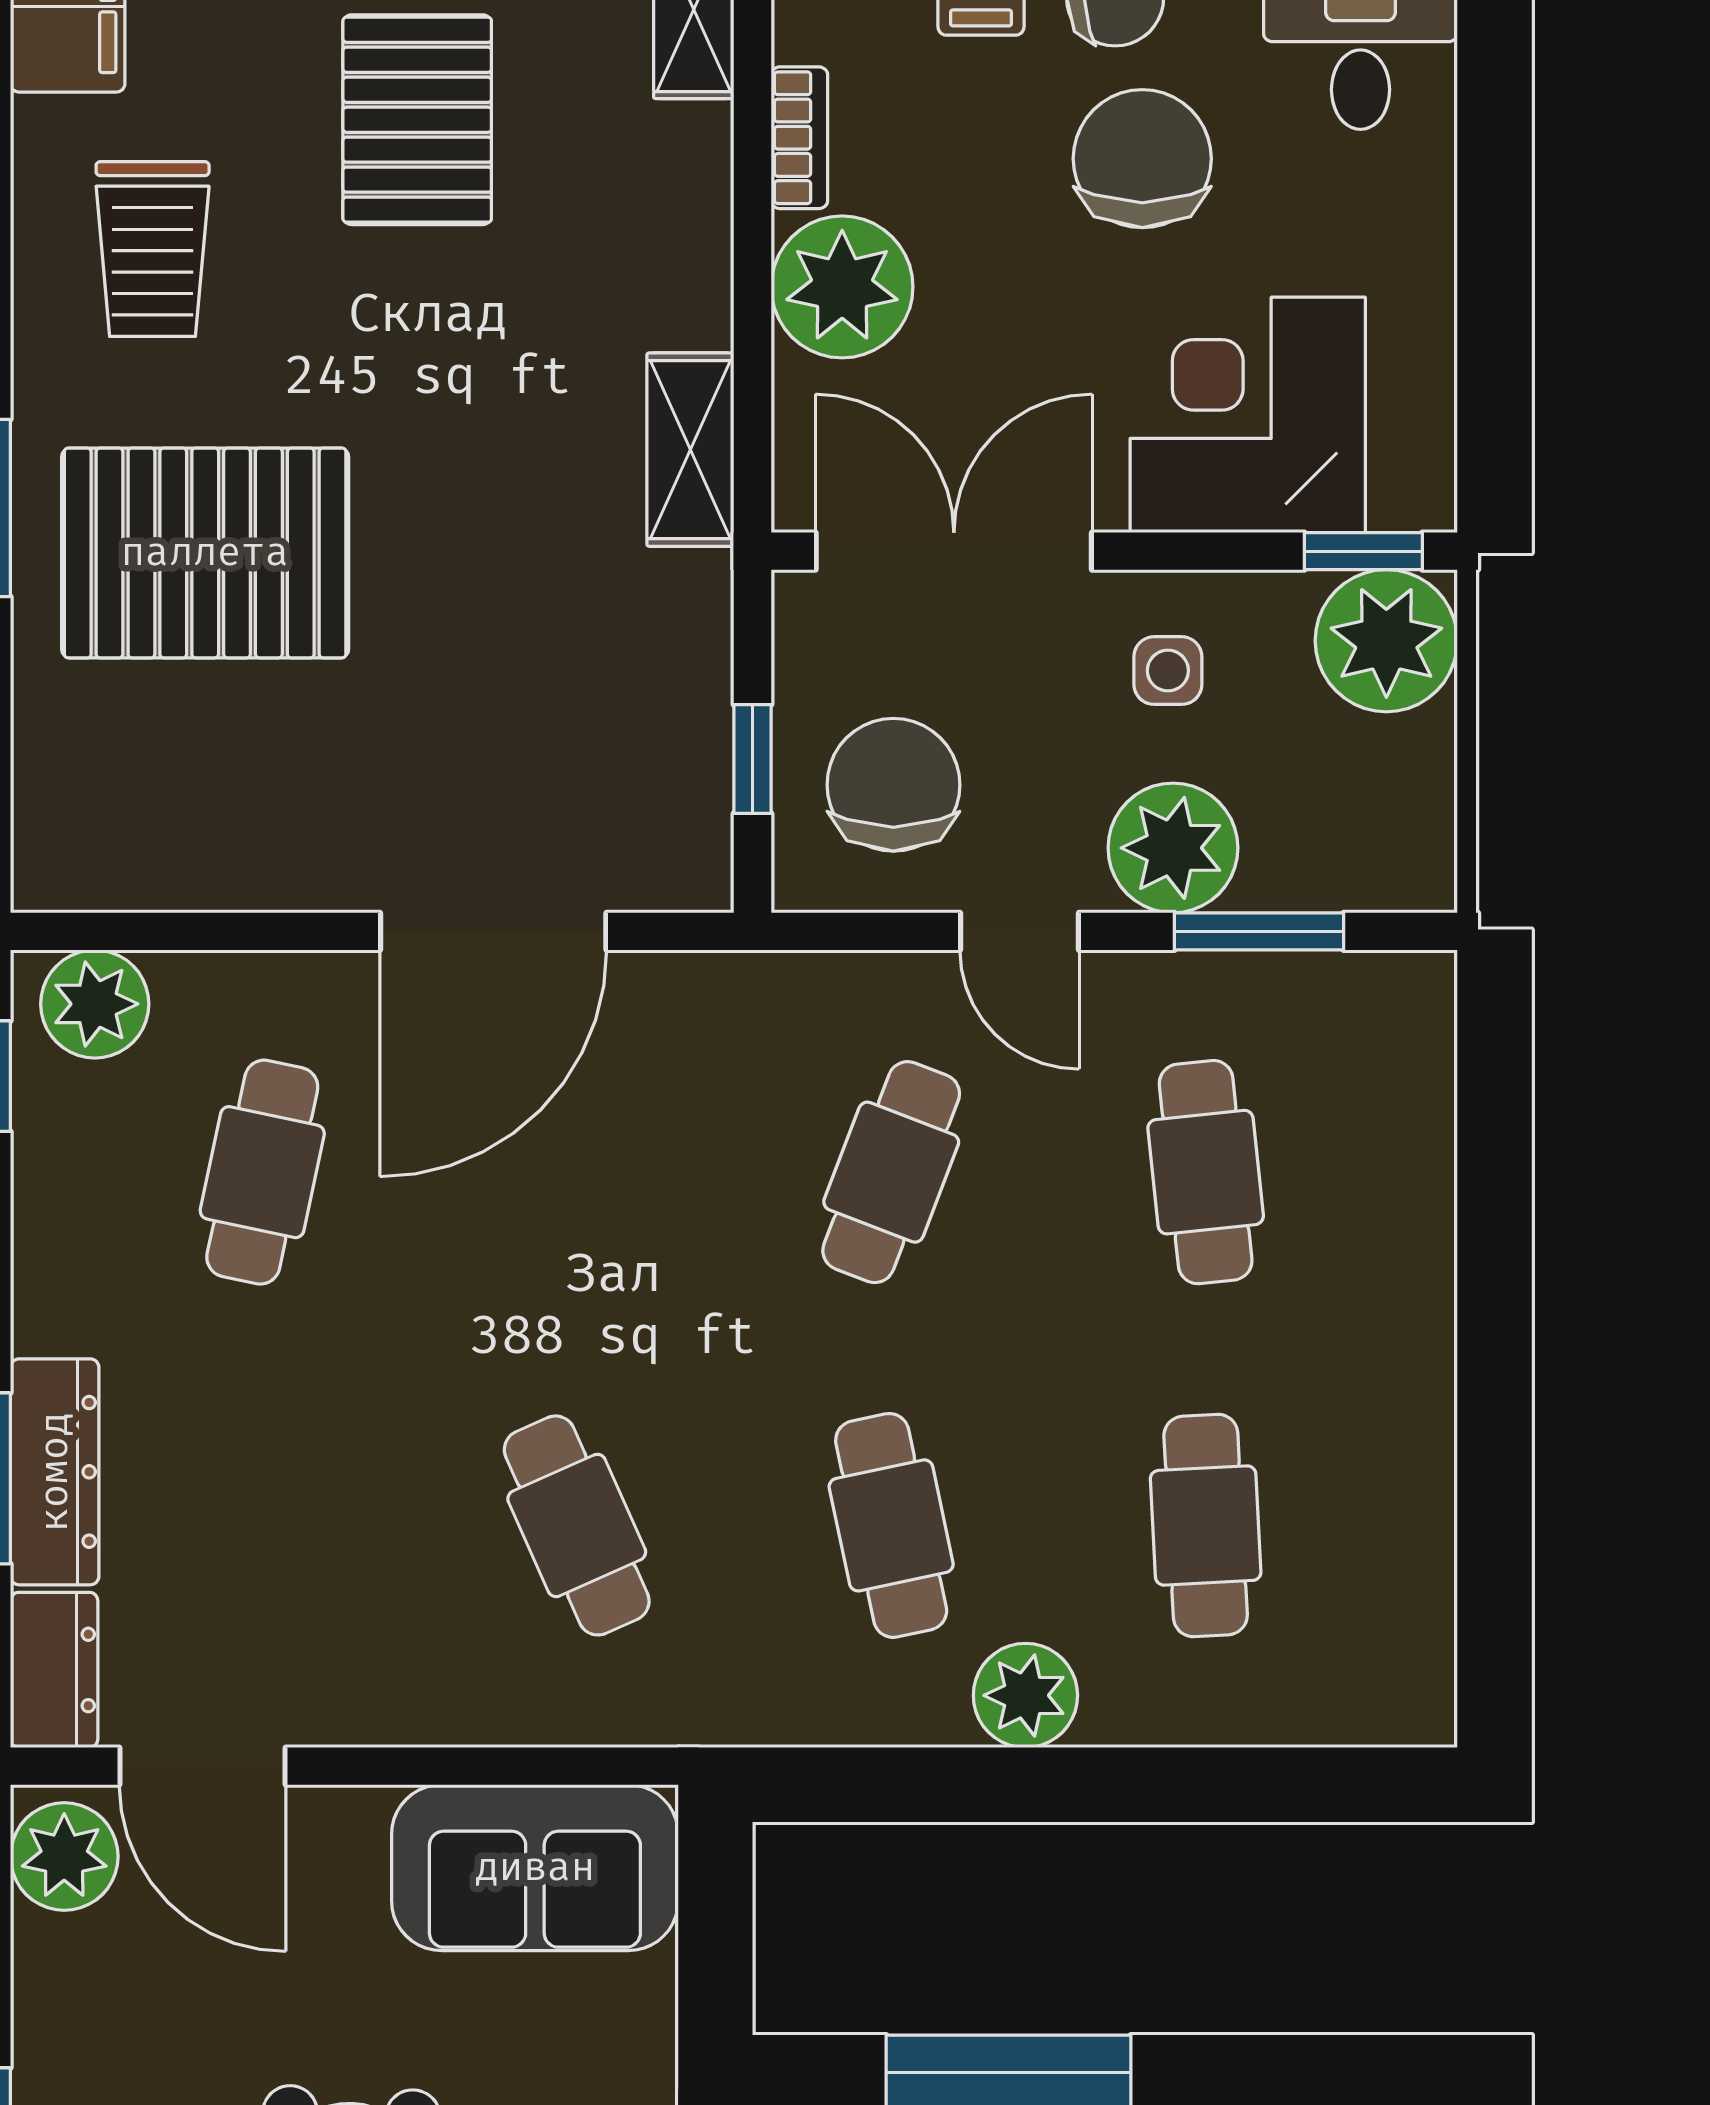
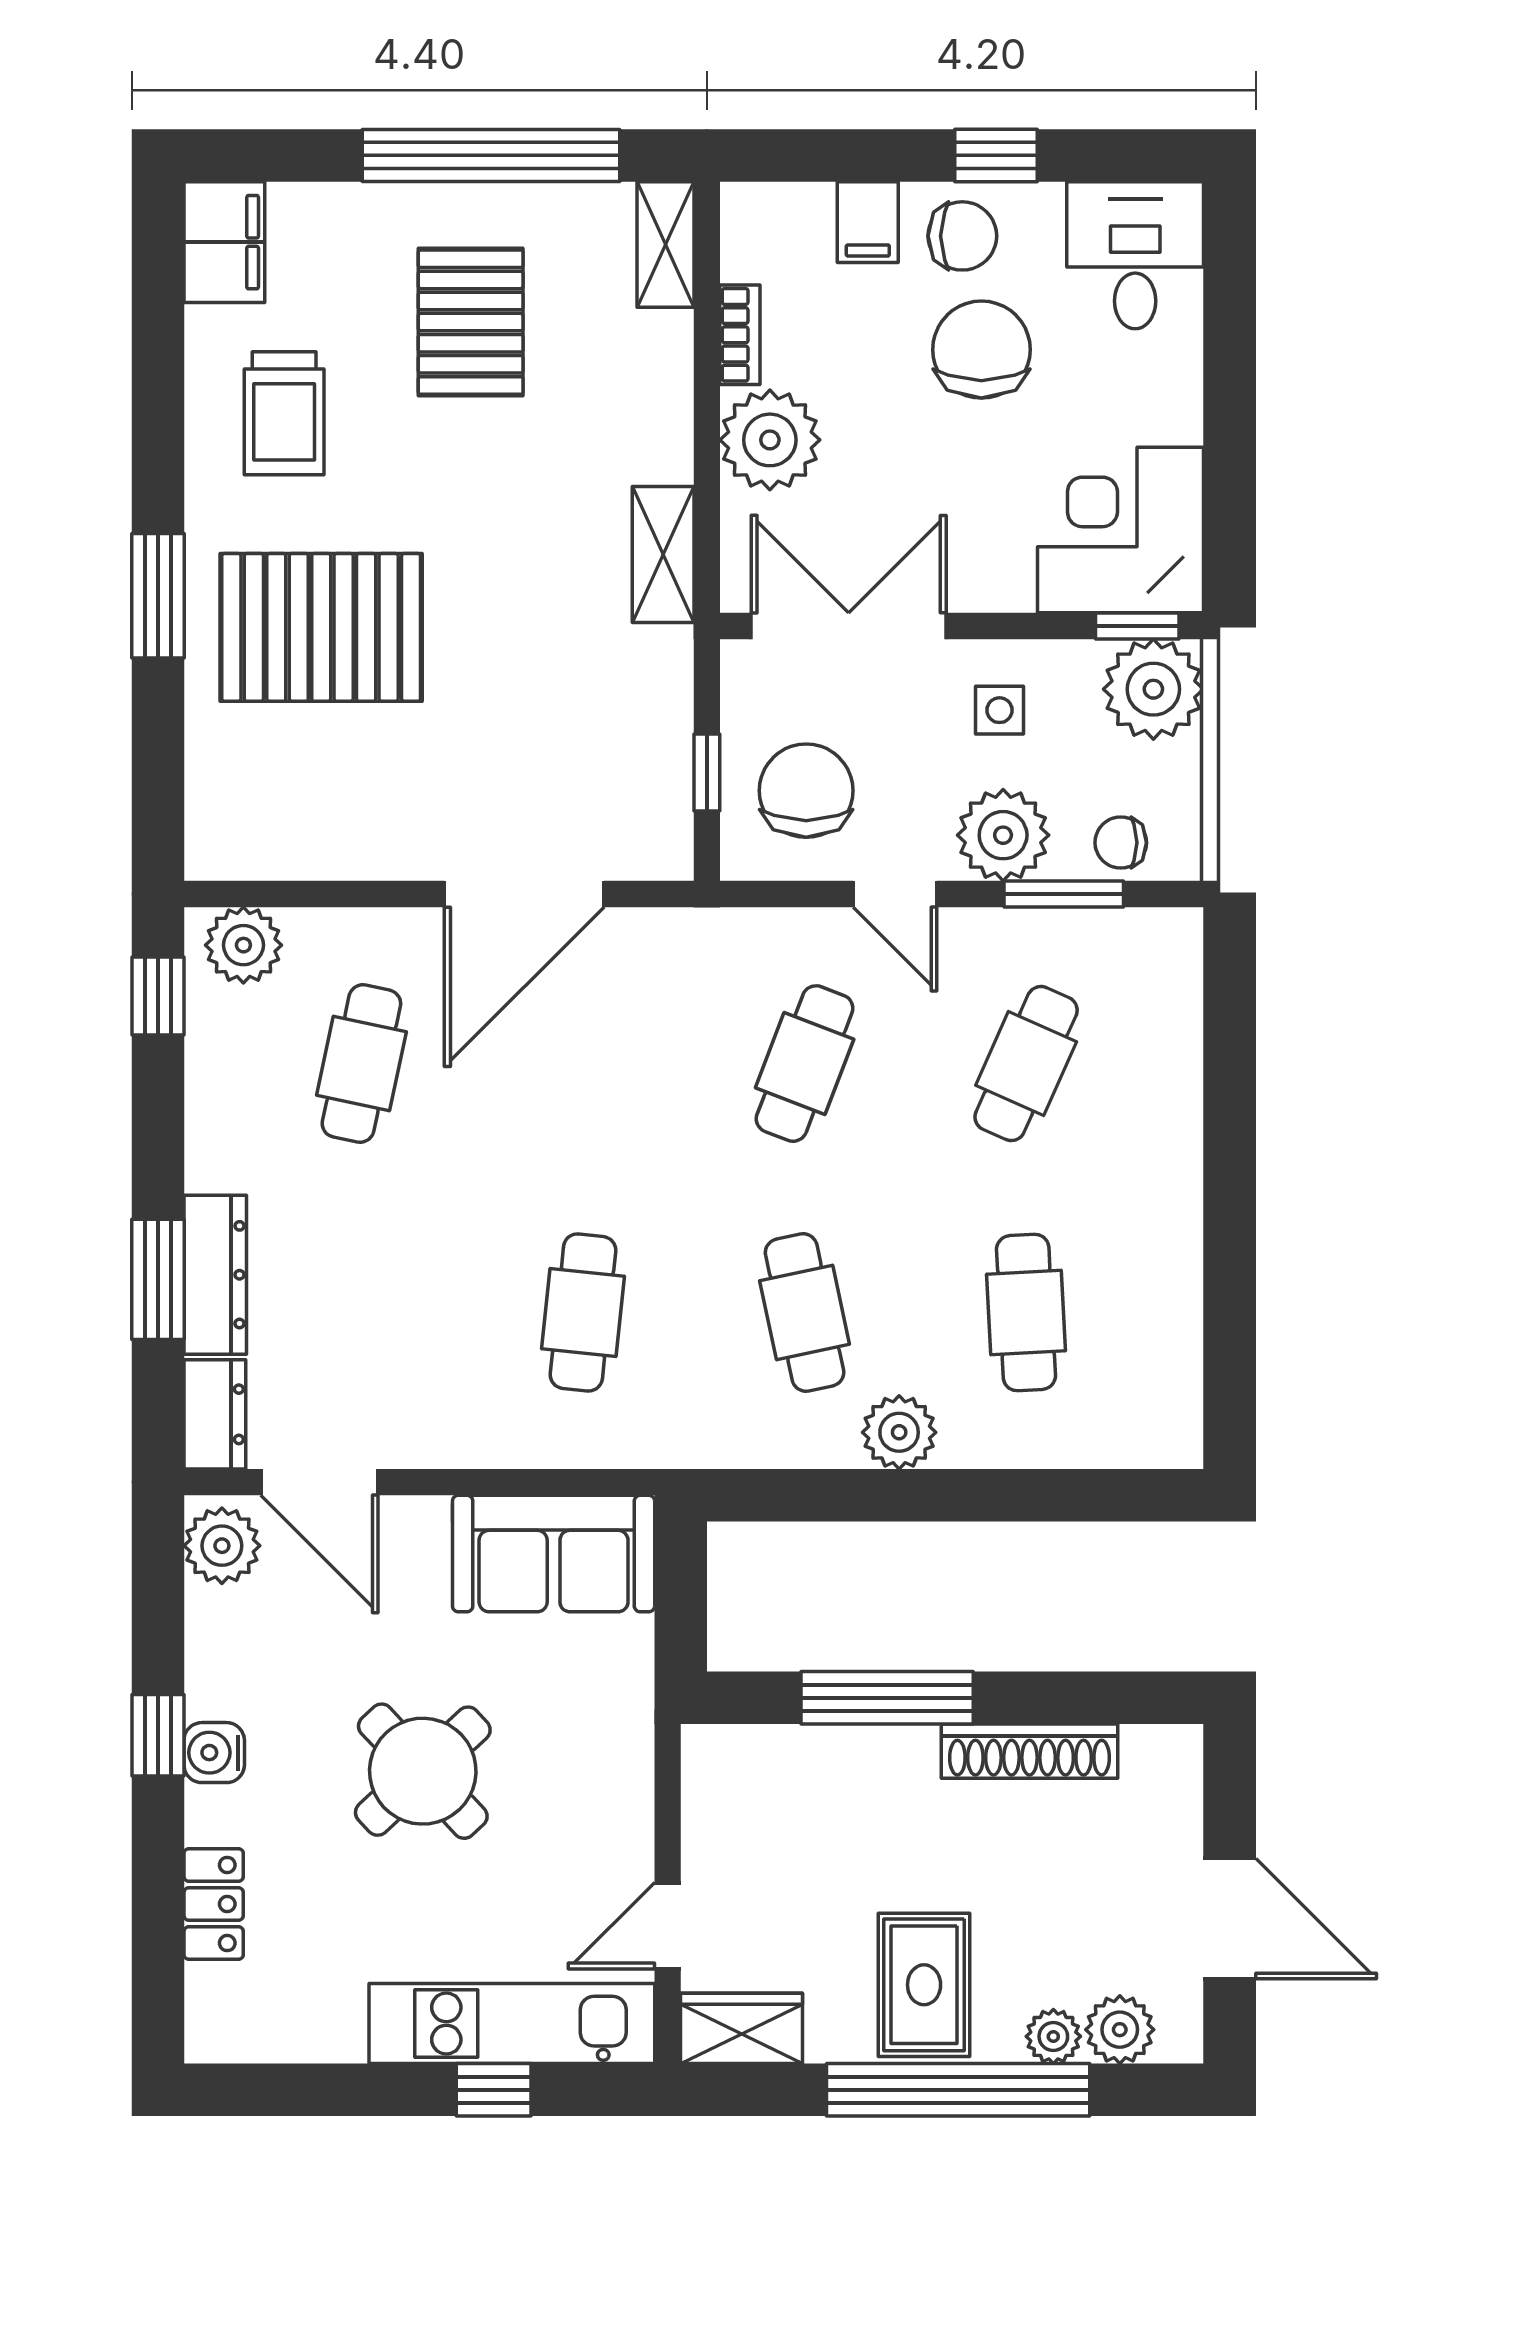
corner desk: (1248, 415) -> (1121, 530), moved
chair: (1340, 858) -> (1121, 843), added
cafe table: (1206, 1172) -> (1026, 1064), turned 30
cafe table: (577, 1525) -> (583, 1312), turned 30

